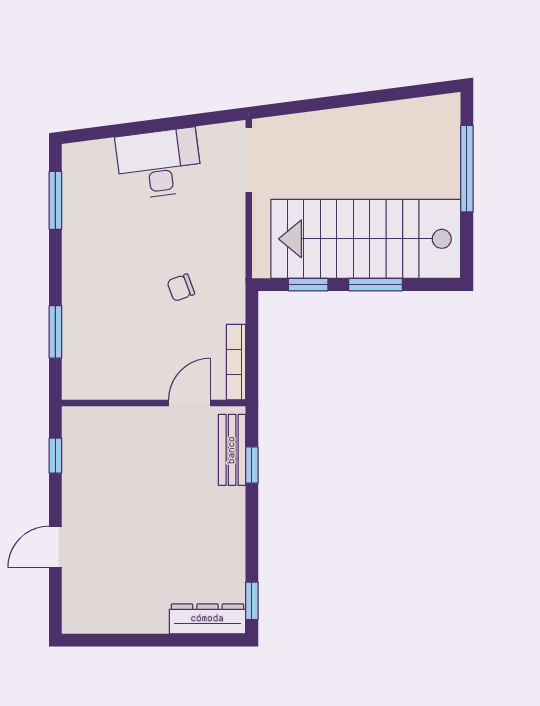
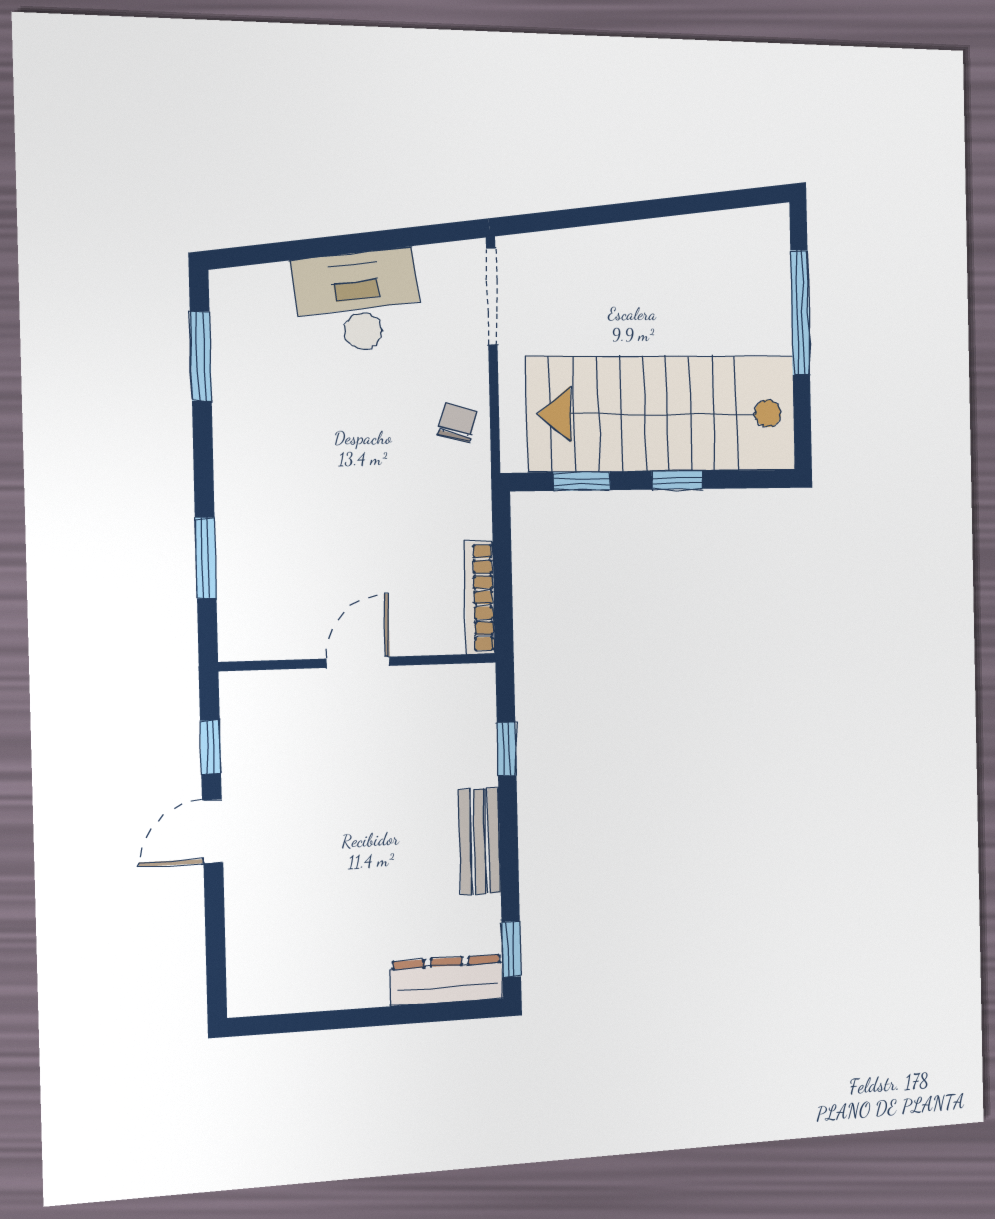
window: (375, 285) -> (677, 480), width x0.67
chair: (181, 288) -> (457, 423), moved, turned 125
door: (190, 403) -> (358, 662), moved
bench: (232, 450) -> (480, 841), moved
door: (55, 547) -> (213, 831), moved

